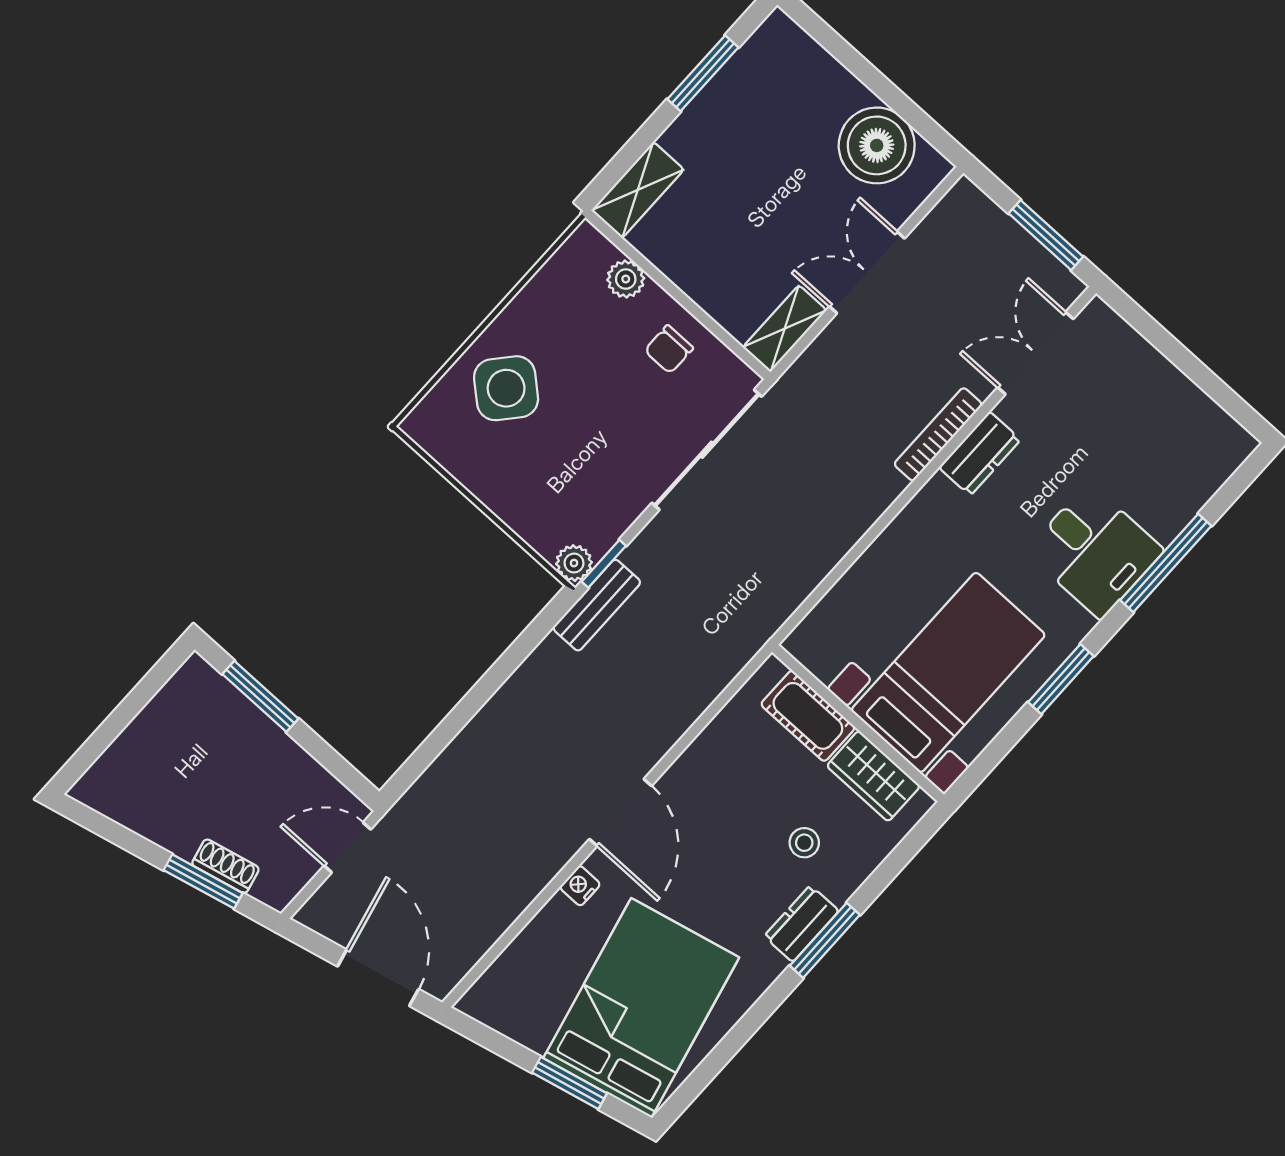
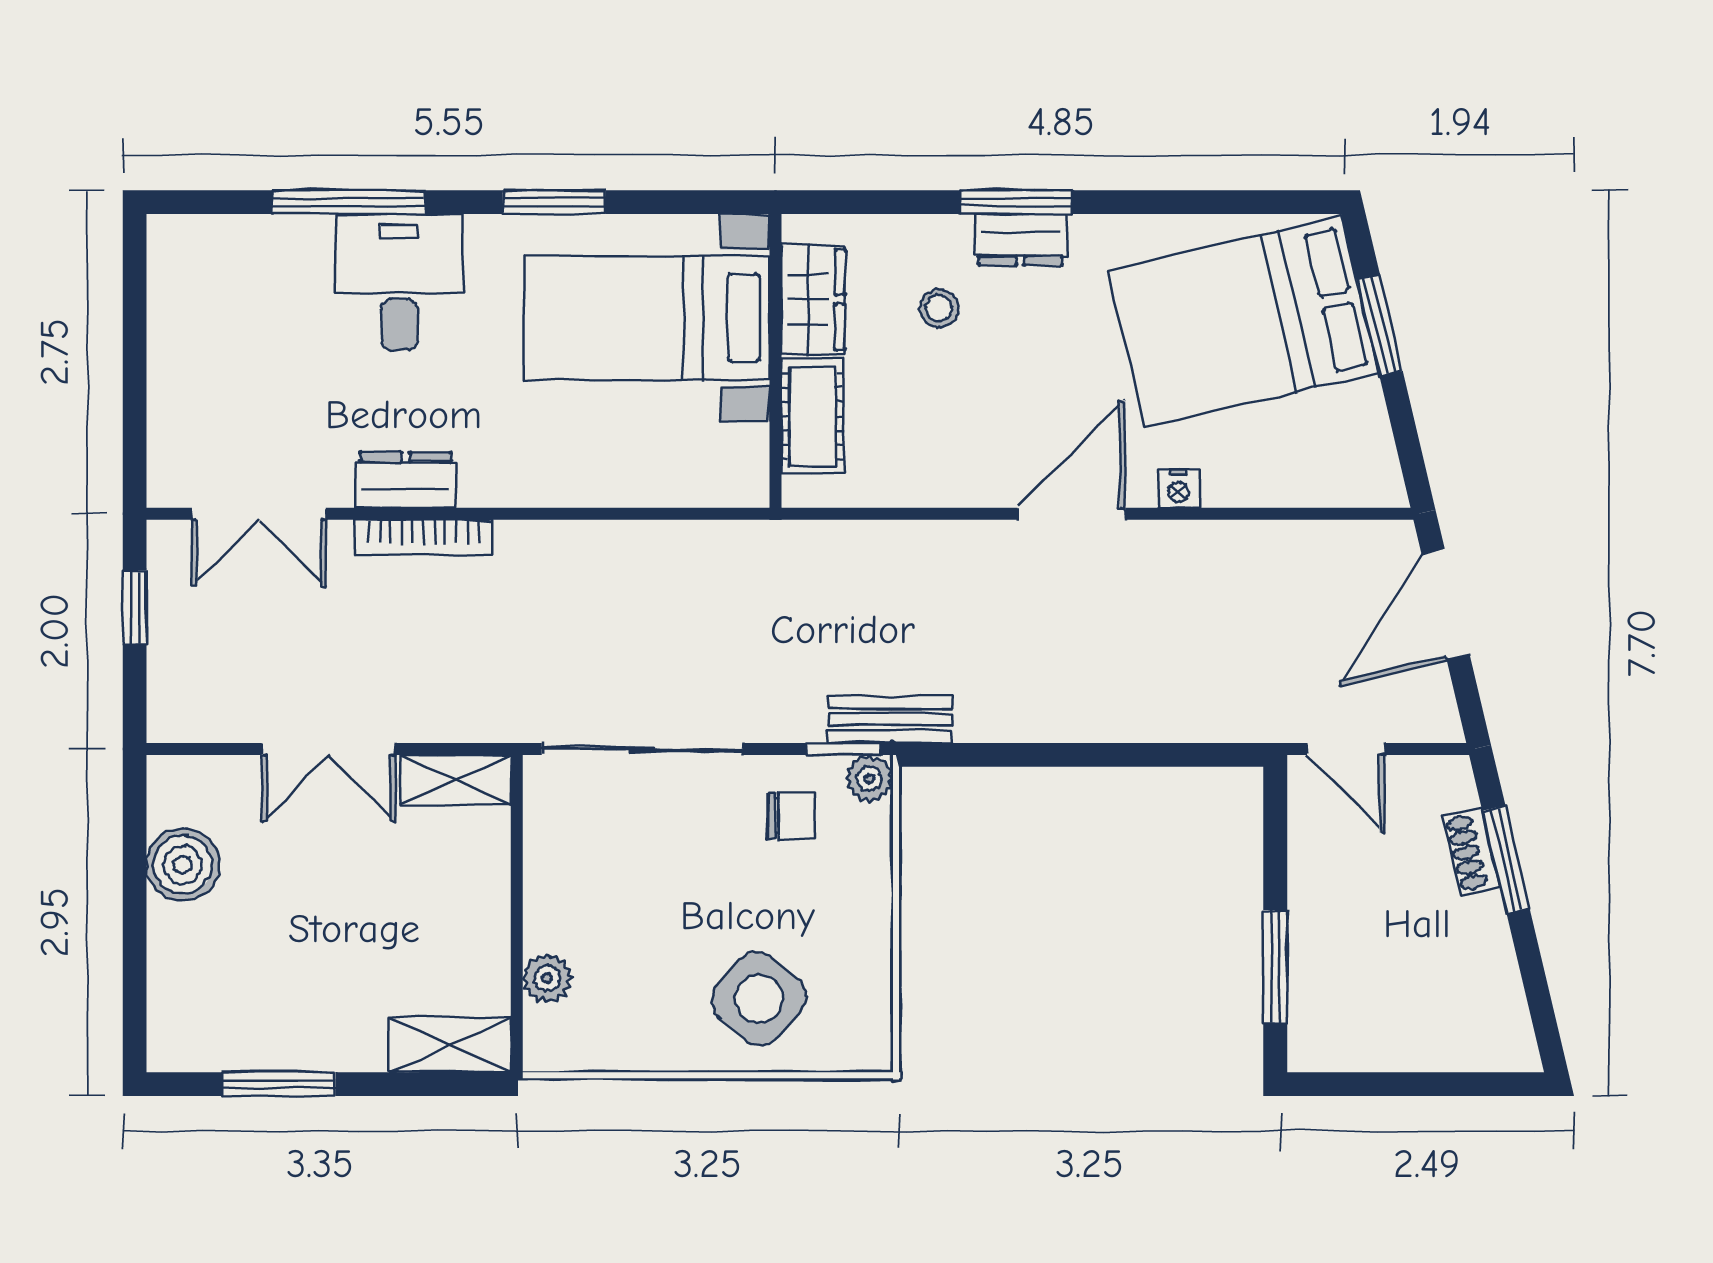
boiler: (877, 145) -> (183, 865), width x0.73, depth x0.73
window: (1046, 235) -> (135, 608), width x0.67
chair: (669, 349) -> (791, 816), moved

